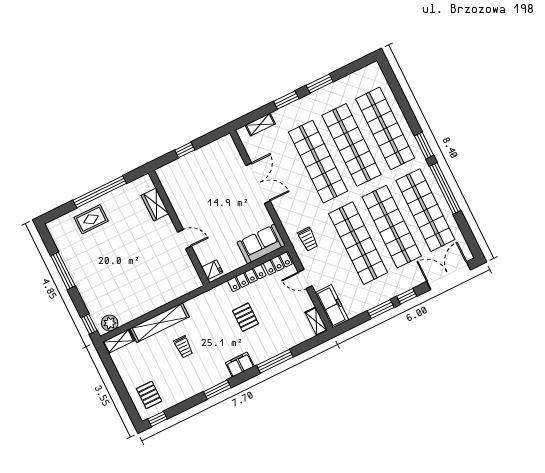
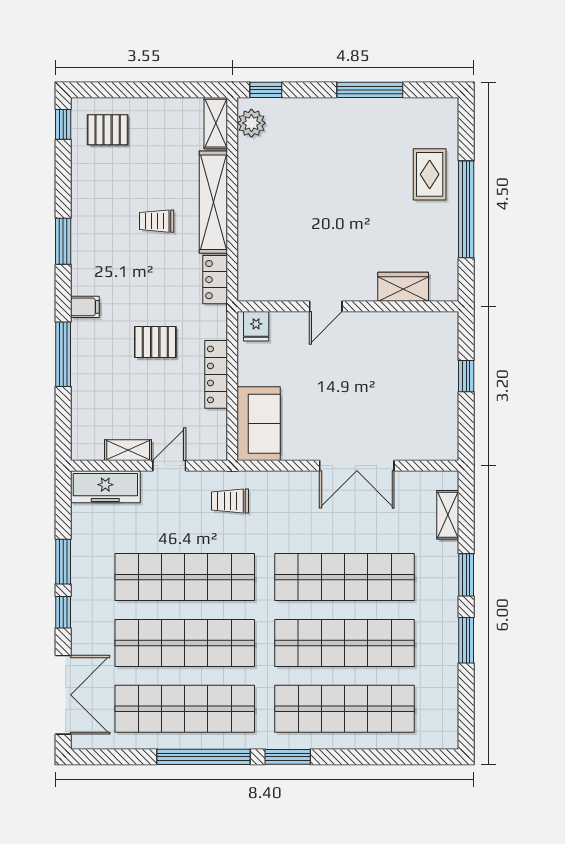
locker: (278, 263) -> (215, 280), moved
shelving: (316, 321) -> (128, 450), moved
filing cabinet: (240, 365) -> (85, 307), width x0.50

